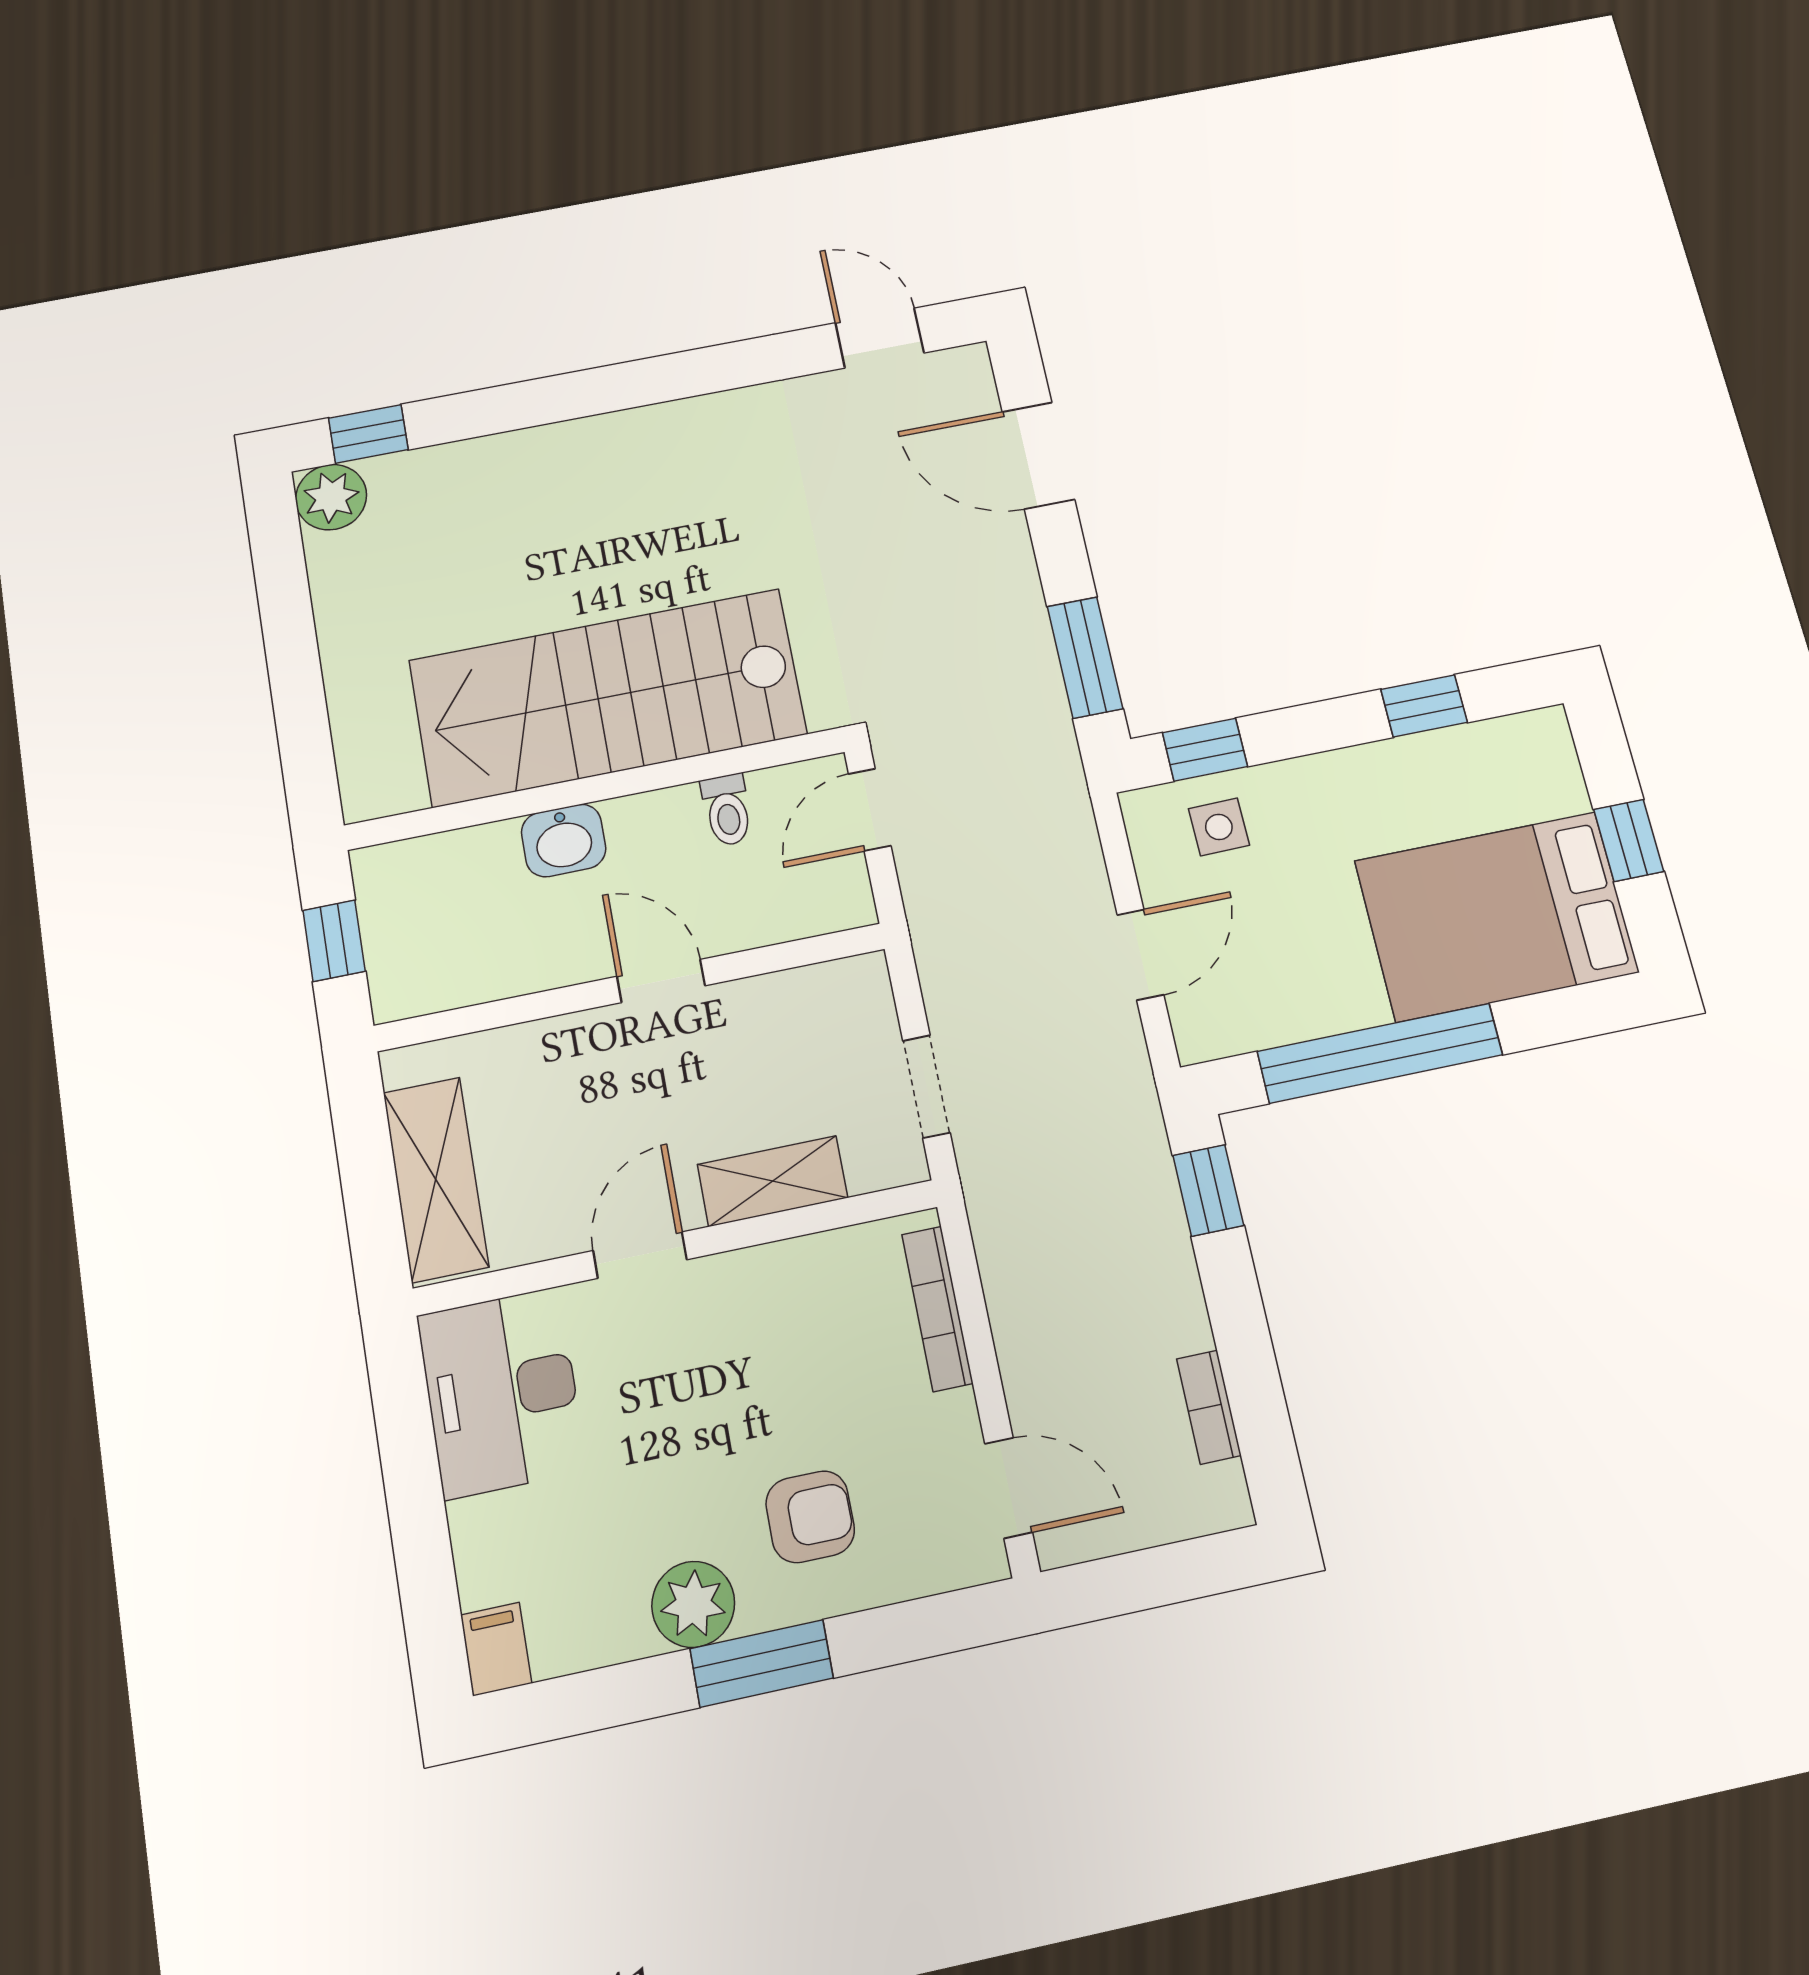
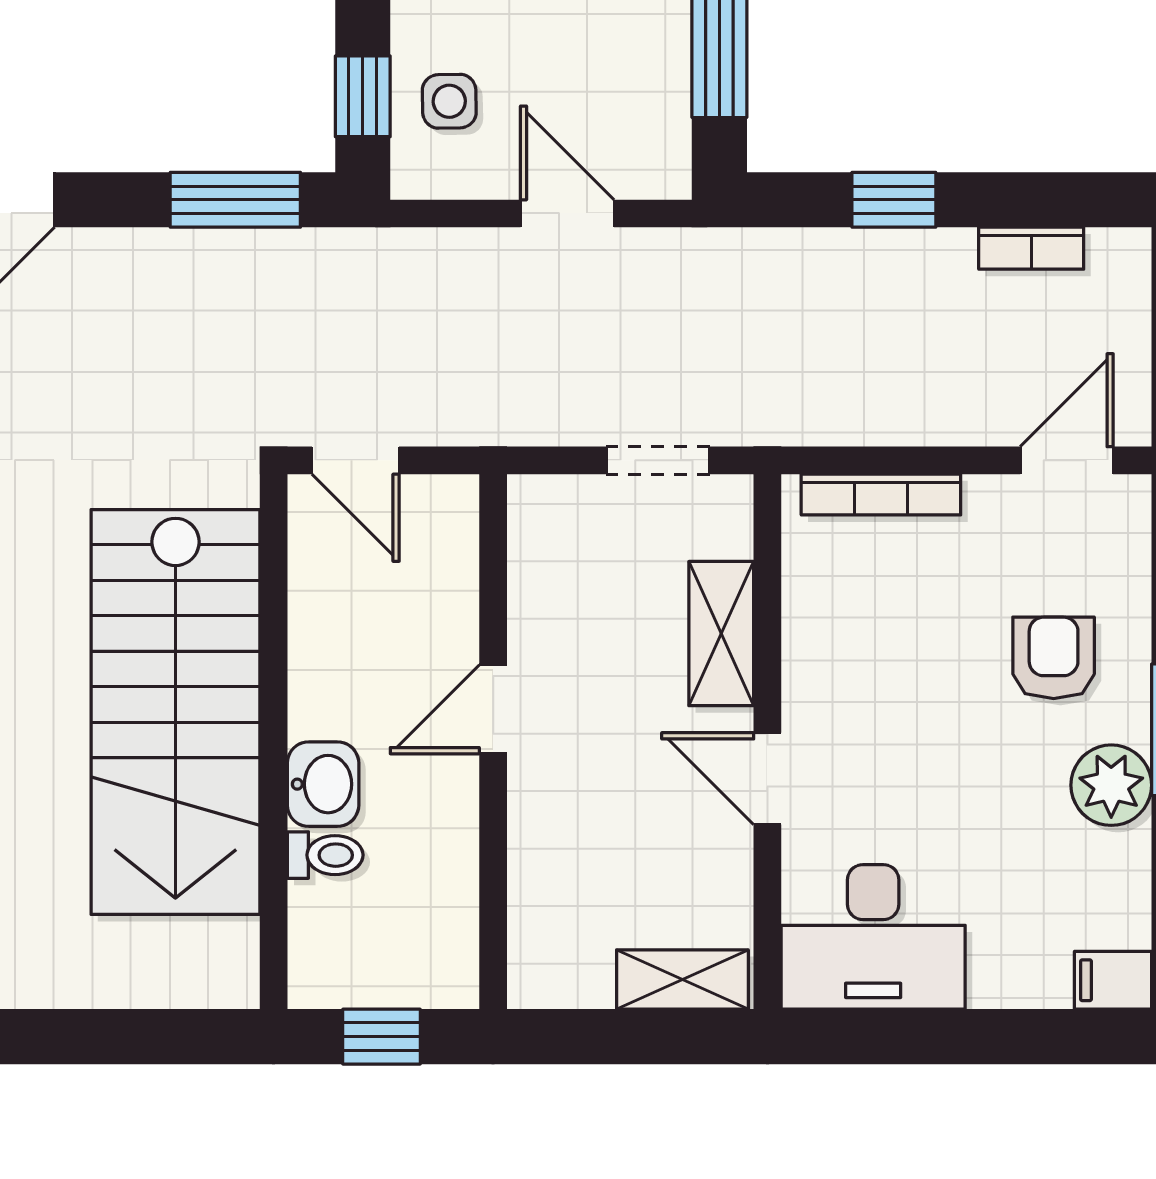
toilet: (727, 810) -> (325, 855), moved
shelving: (436, 1179) -> (682, 979), width x0.67, depth x0.75
window: (1208, 1190) -> (894, 200), moved

